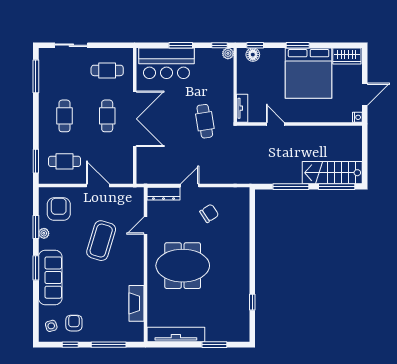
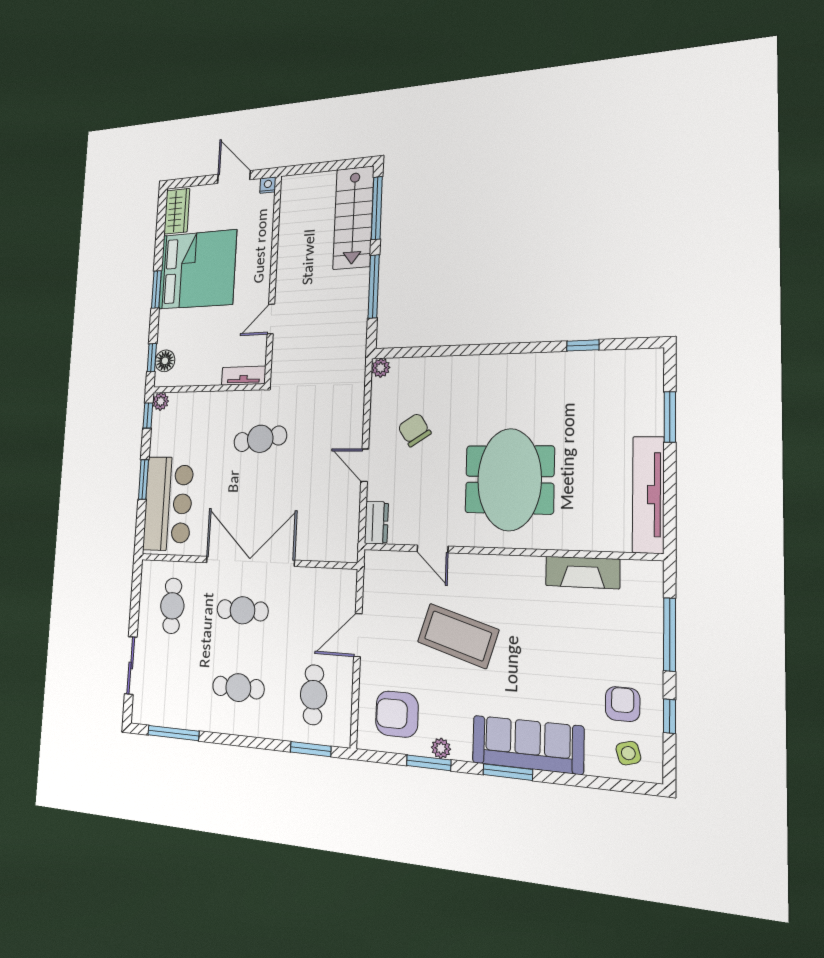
plant: (244, 193) -> (381, 368), added
dresser: (163, 194) -> (376, 523), width x0.70
armchair: (74, 323) -> (623, 704), turned 90

